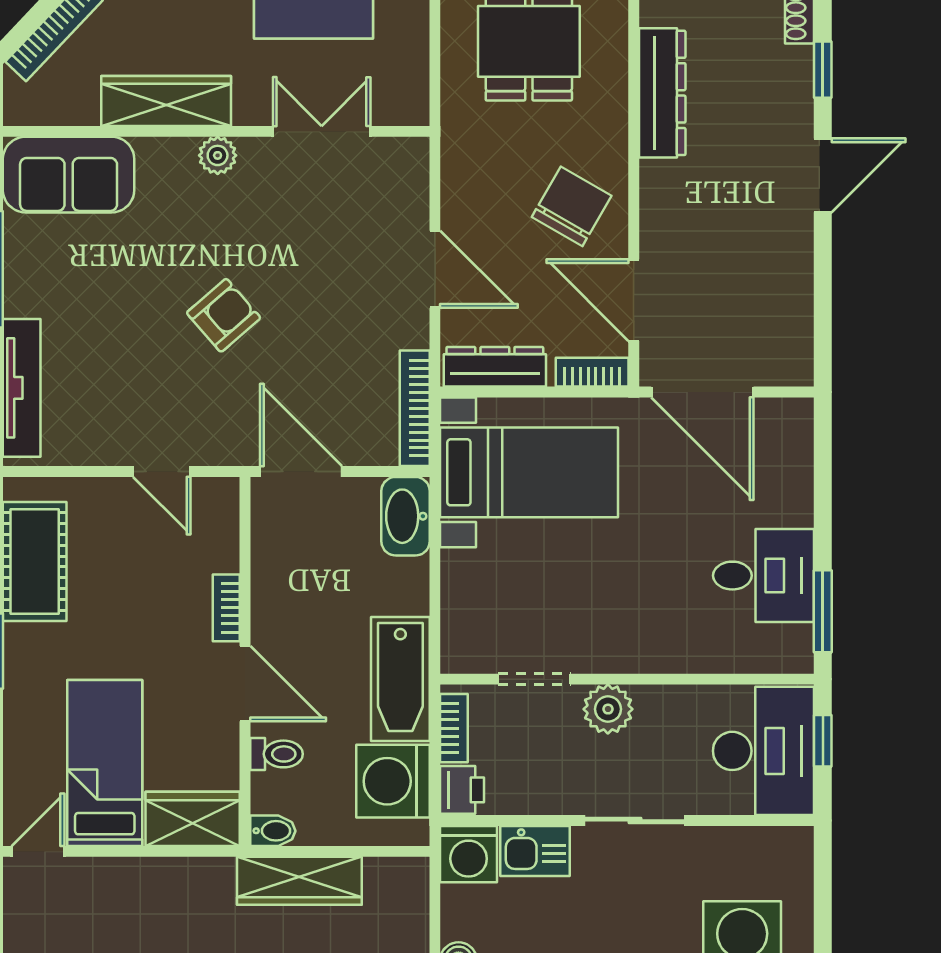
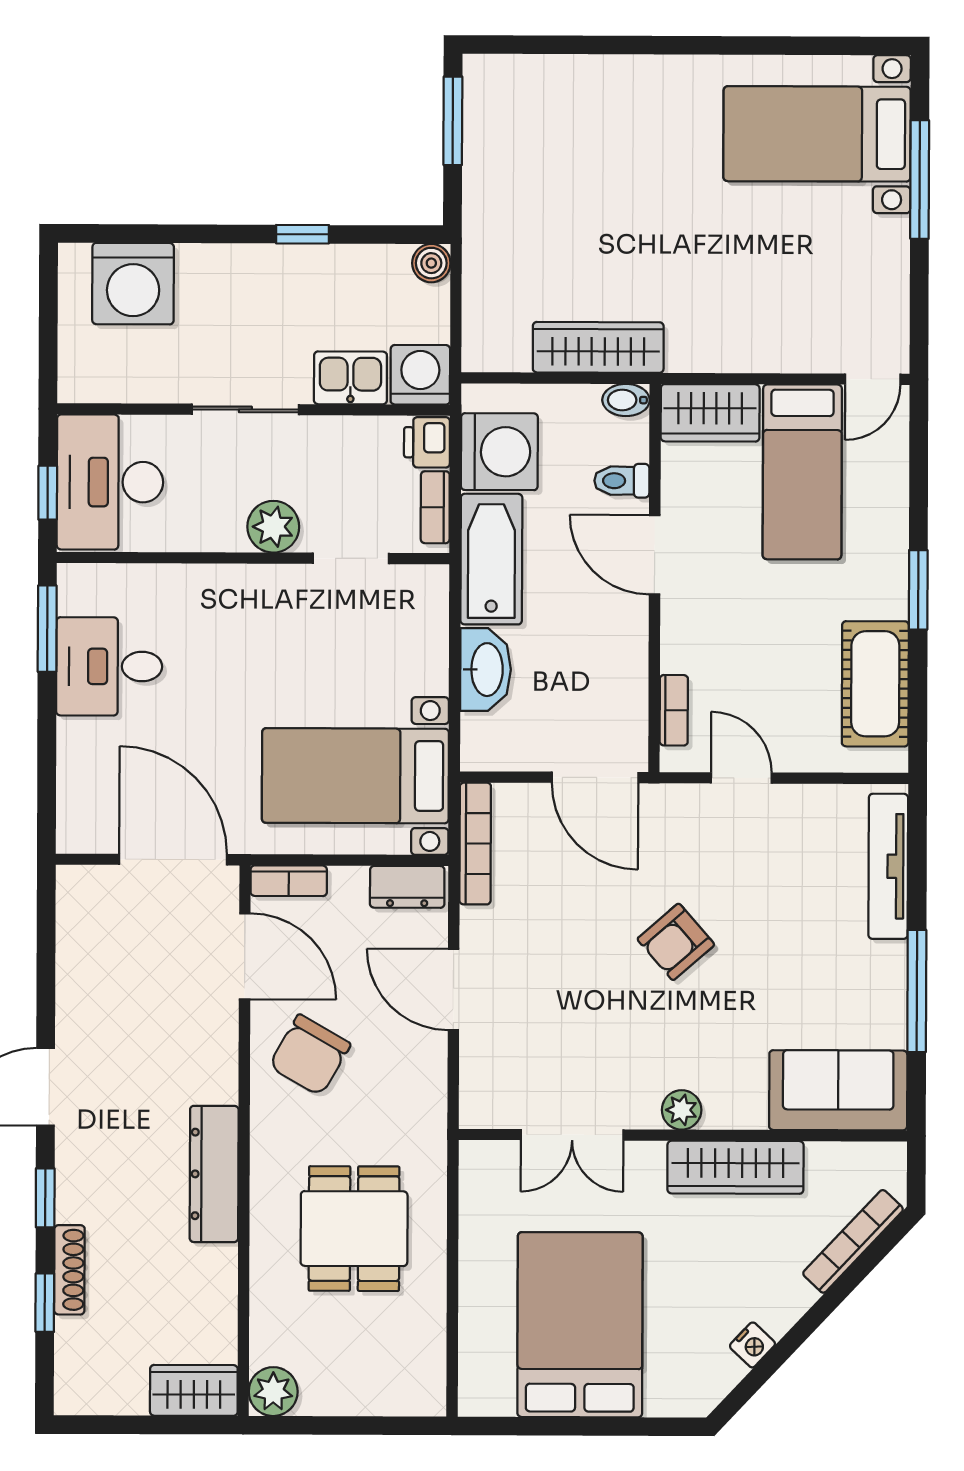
dresser: (495, 367) -> (407, 887), width x0.70
washbasin: (406, 516) -> (486, 670), moved
bookcase: (226, 608) -> (674, 710), moved

